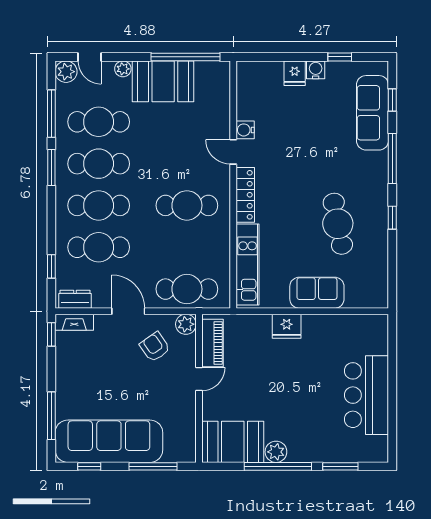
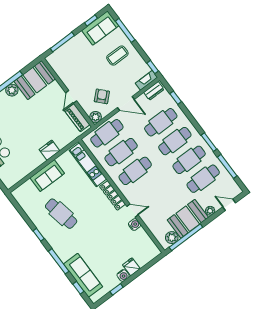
plant: (66, 72) -> (172, 238), moved
cafe table: (187, 247) -> (121, 152), added
armchair: (155, 347) -> (102, 96), turned -98
coffee table: (89, 388) -> (117, 56), added
sofa: (109, 441) -> (100, 28), width x0.54, depth x0.79

